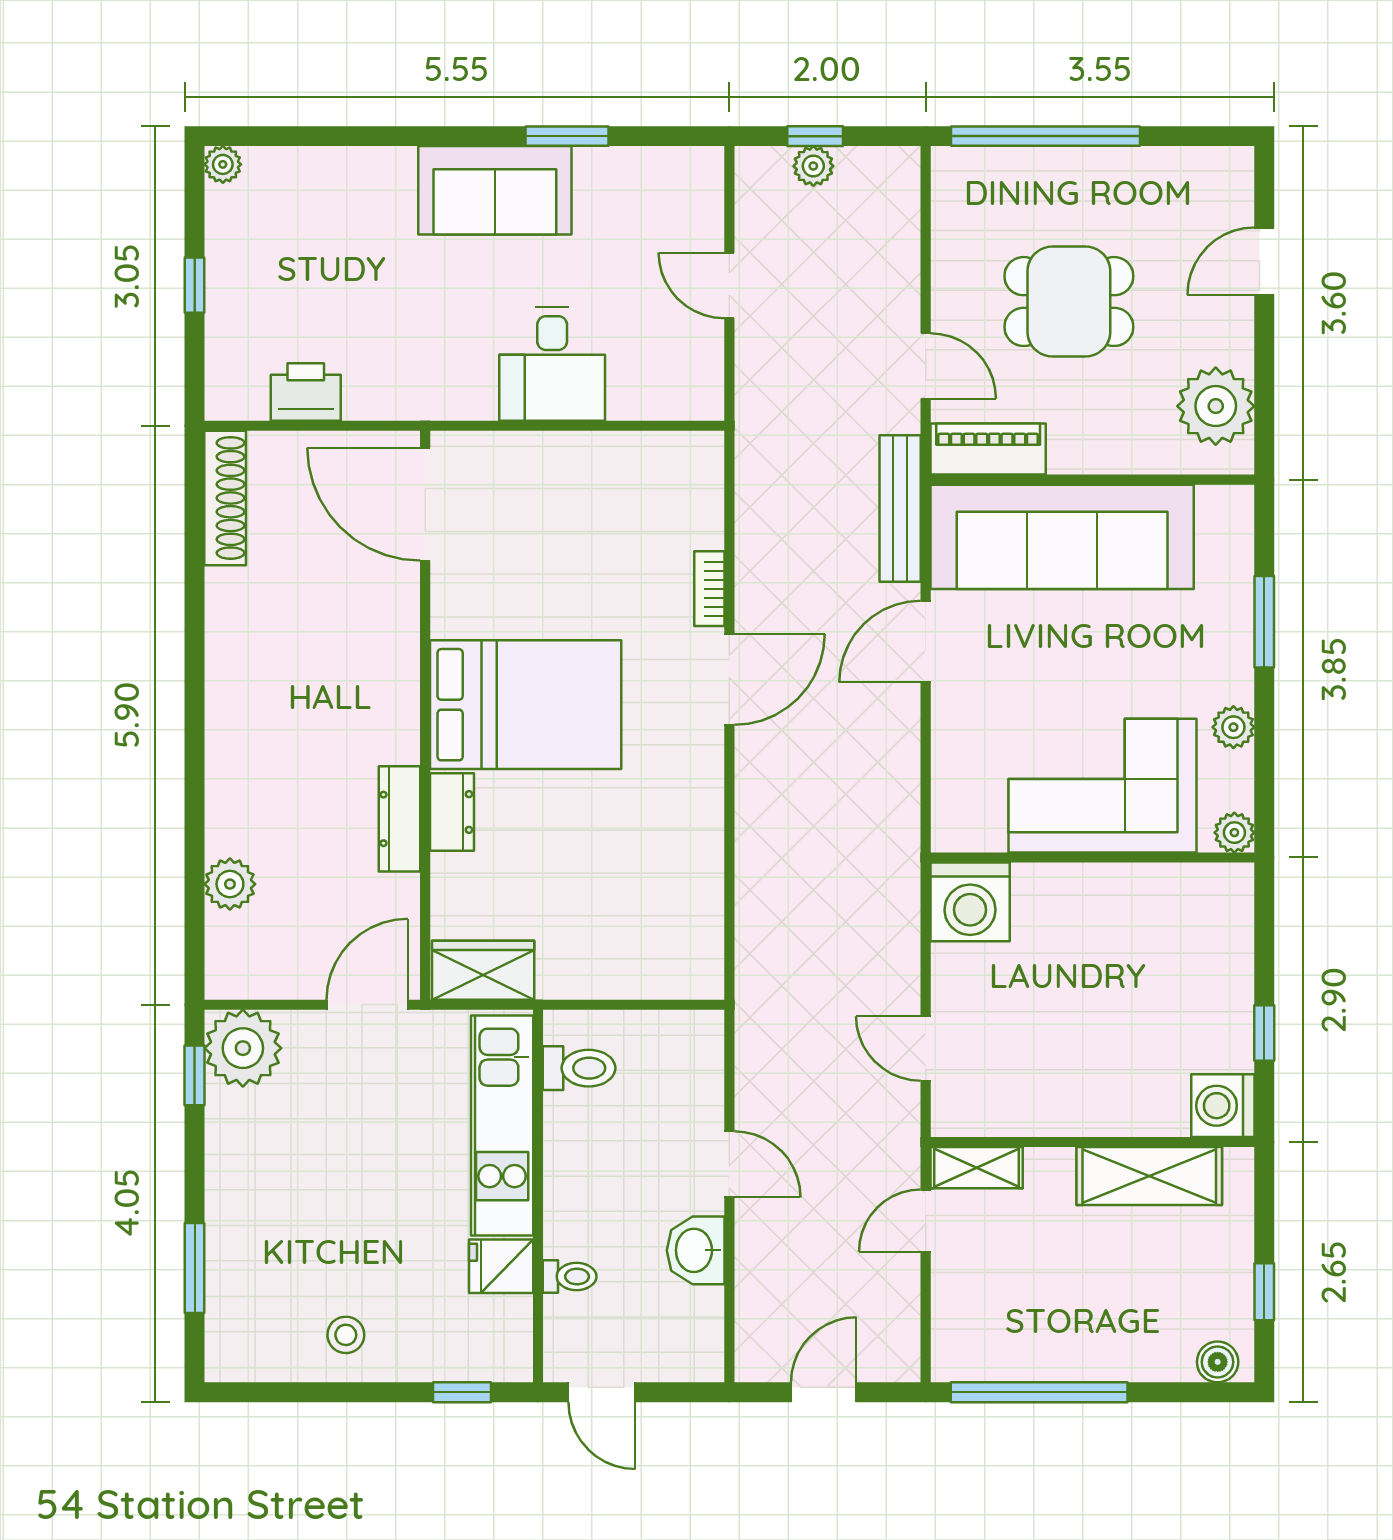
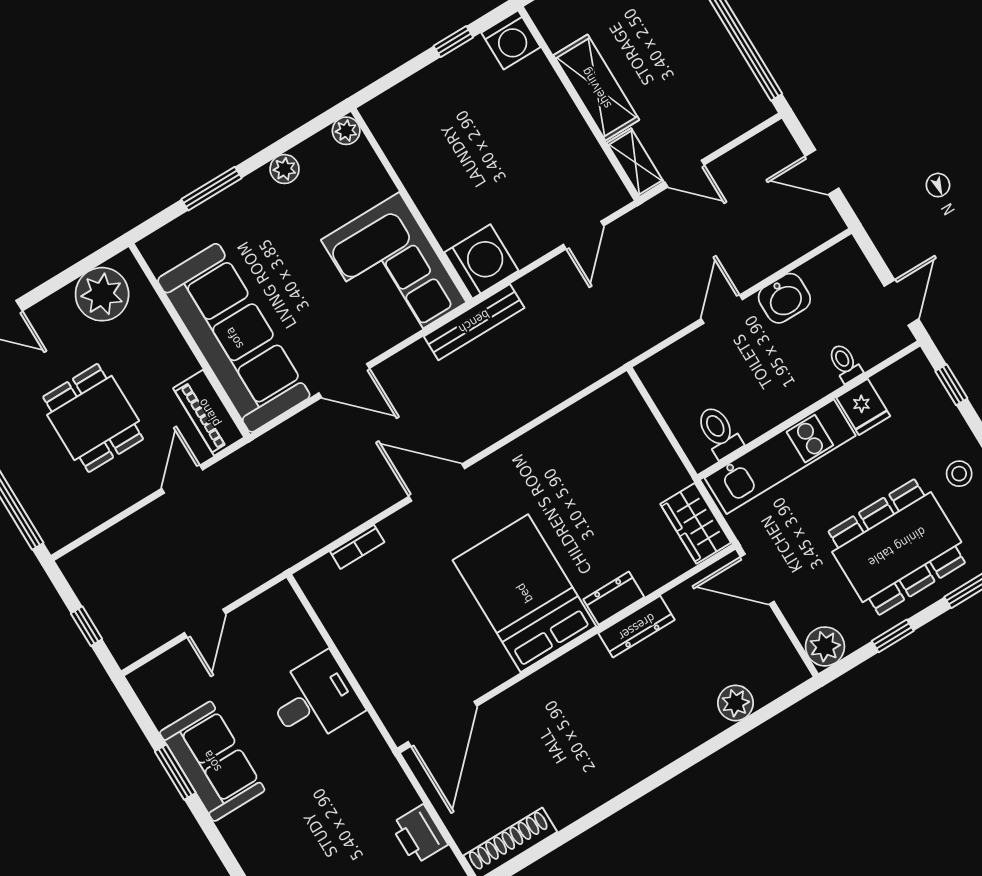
plant: (813, 166) -> (105, 617), removed
sofa: (495, 190) -> (212, 761), moved
bench: (900, 509) -> (474, 322), moved
bookcase: (709, 589) -> (357, 547), moved
corner sofa: (1102, 786) -> (394, 271), moved
plant: (243, 1048) -> (825, 646), width x0.73, depth x0.73
window: (195, 1075) -> (893, 636), moved
shelving: (1149, 1176) -> (596, 88), moved
dining table: (302, 1202) -> (897, 547), added

